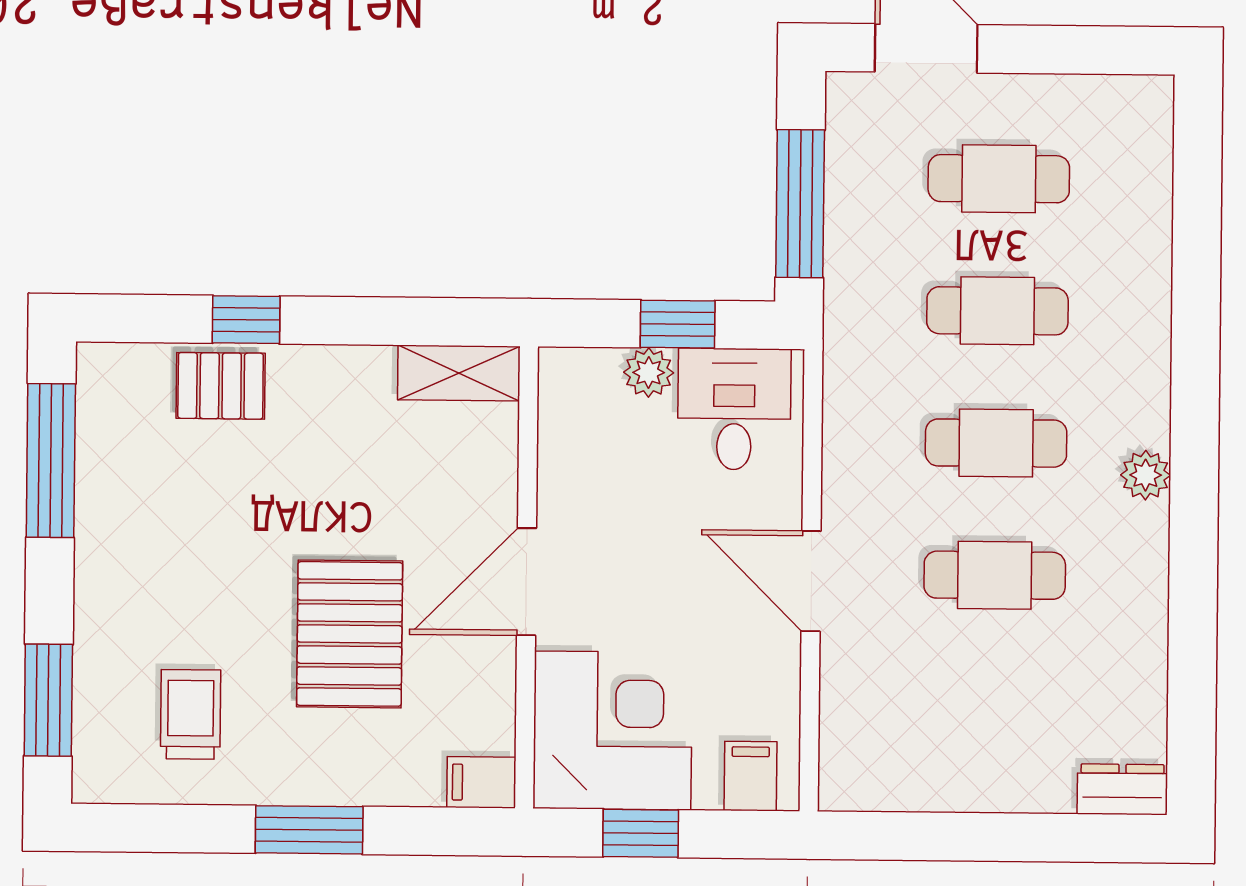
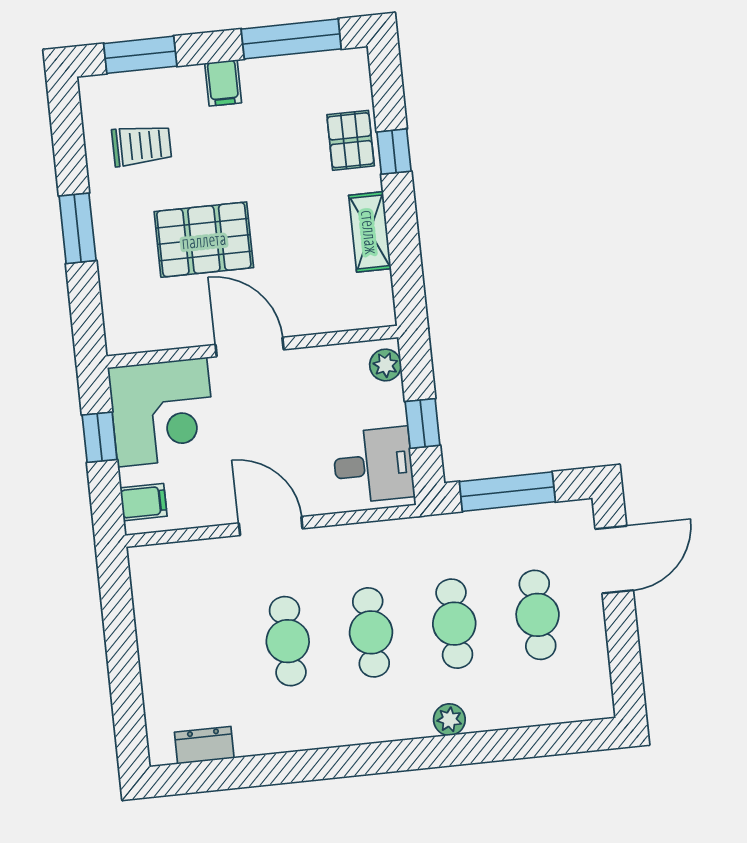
plant: (649, 372) -> (385, 365), moved
shelving: (459, 373) -> (370, 232), moved
plant: (1146, 475) -> (449, 720), moved
door: (811, 581) -> (271, 526), hinge flipped
filing cabinet: (481, 782) -> (223, 83), moved, turned 180
dresser: (1122, 789) -> (204, 745), moved, turned -90

